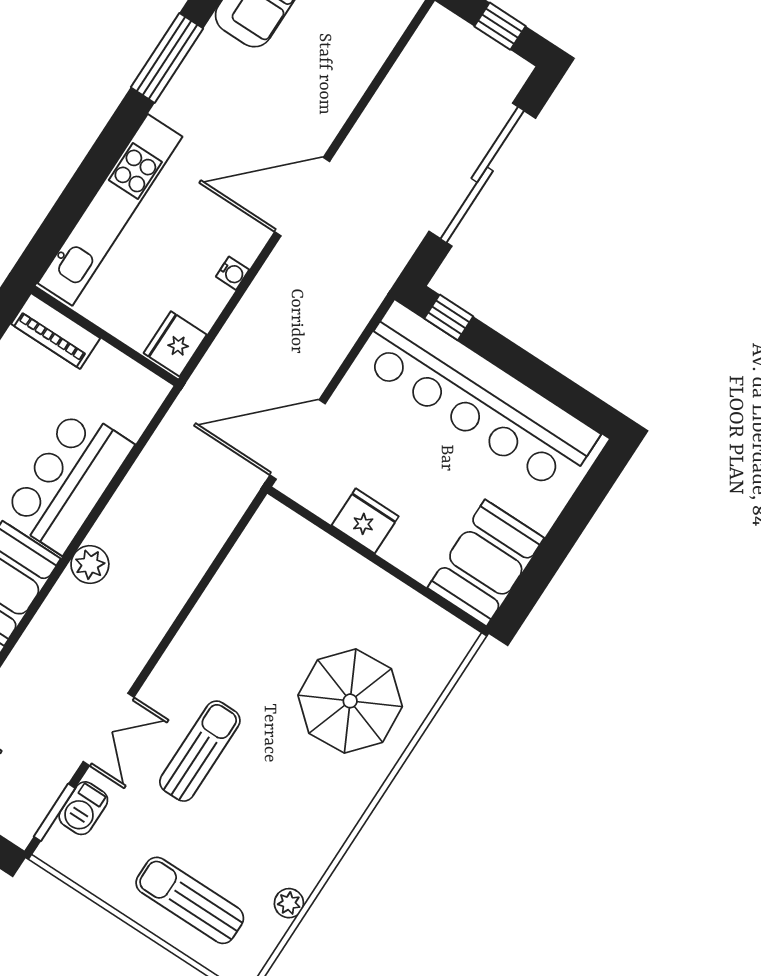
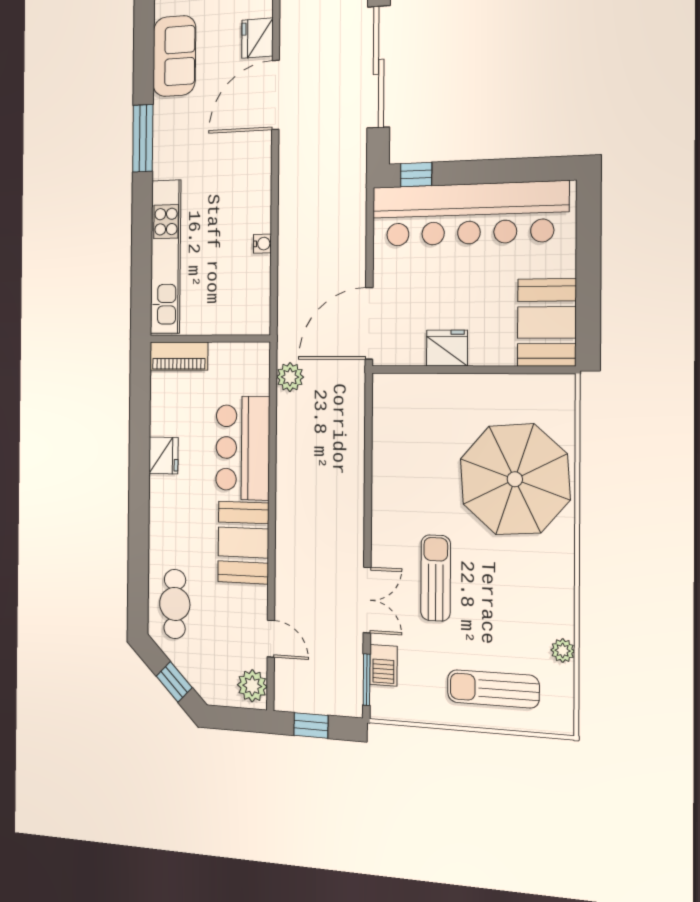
door: (302, 197) -> (276, 95), moved
fridge: (175, 344) -> (257, 38), moved
plant: (90, 565) -> (290, 377), moved
parasol: (350, 701) -> (515, 479), width x1.36, depth x1.36

